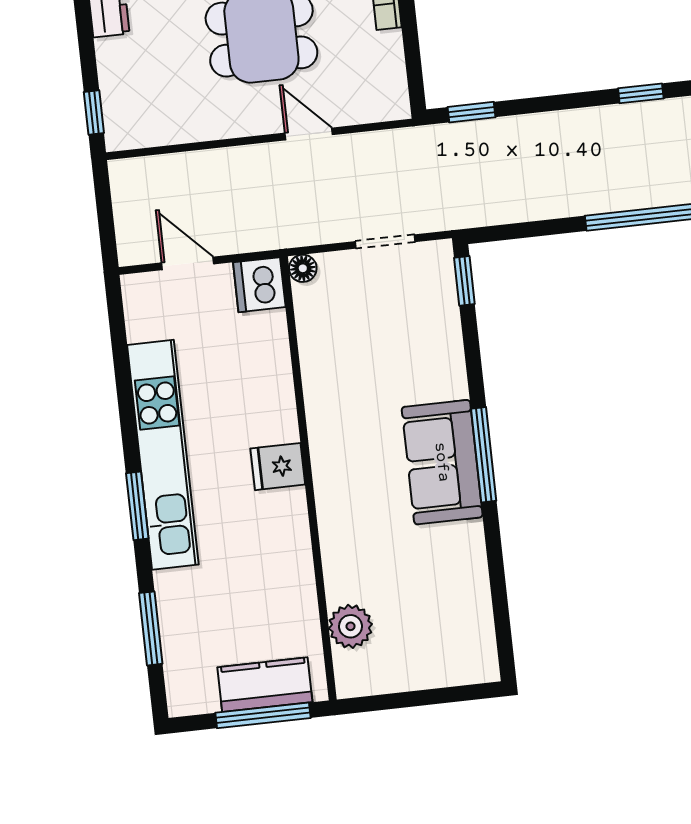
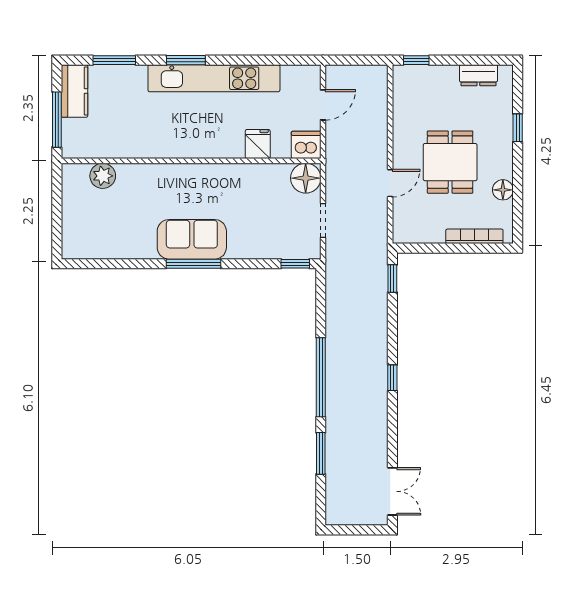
floor lamp: (303, 268) -> (306, 178), width x1.89, depth x1.89
fridge: (278, 467) -> (258, 144), moved
kitchen counter: (265, 685) -> (74, 91), moved

